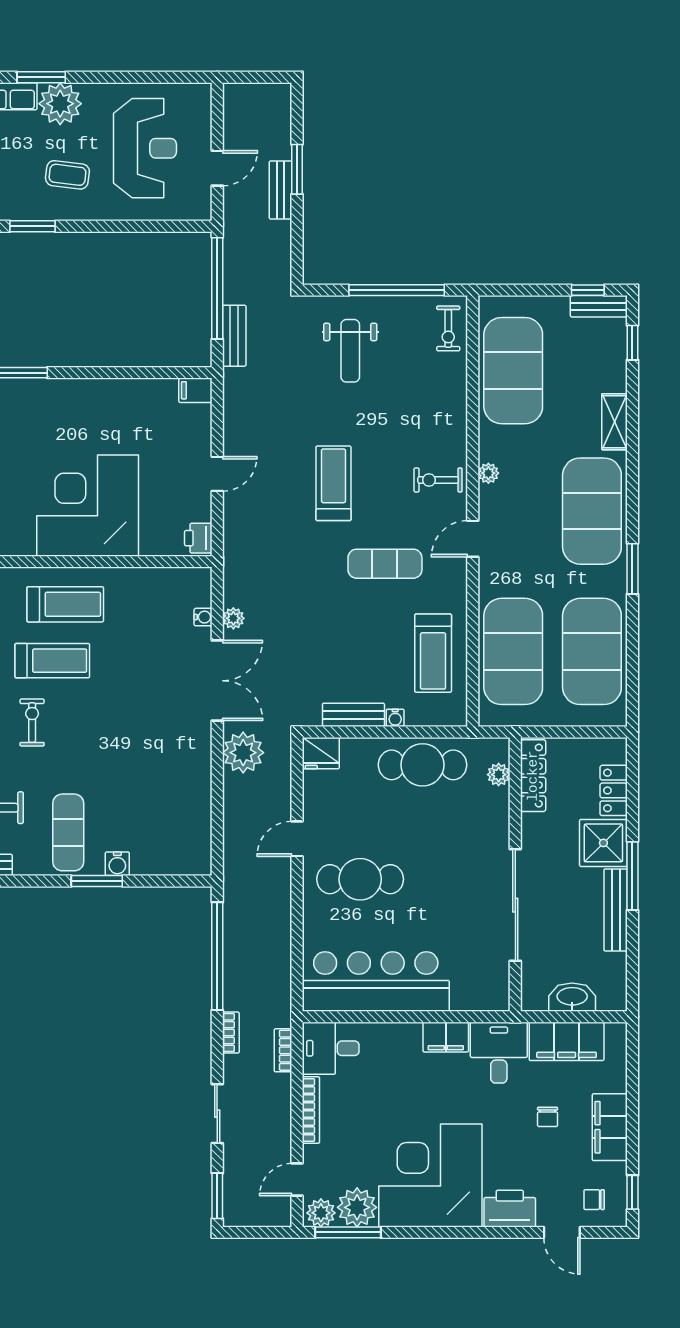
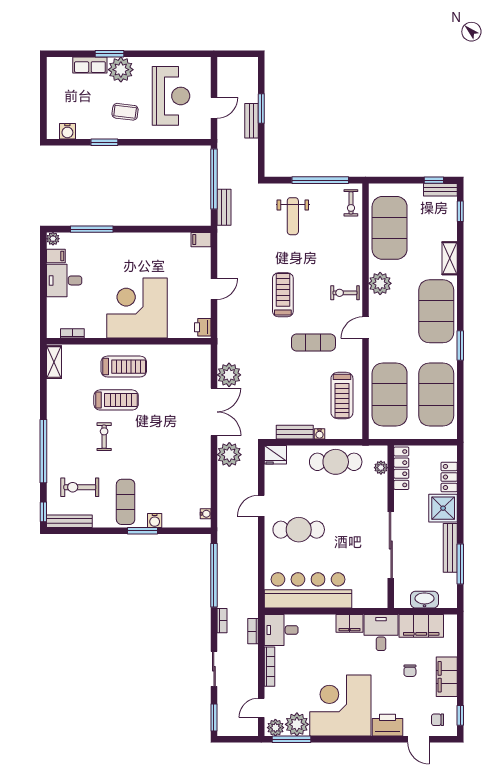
plant: (488, 473) -> (380, 283), width x1.88, depth x1.88
water cooler: (203, 617) -> (206, 514), moved
plant: (233, 618) -> (229, 375), width x1.88, depth x1.88
window: (632, 876) -> (460, 564), moved

